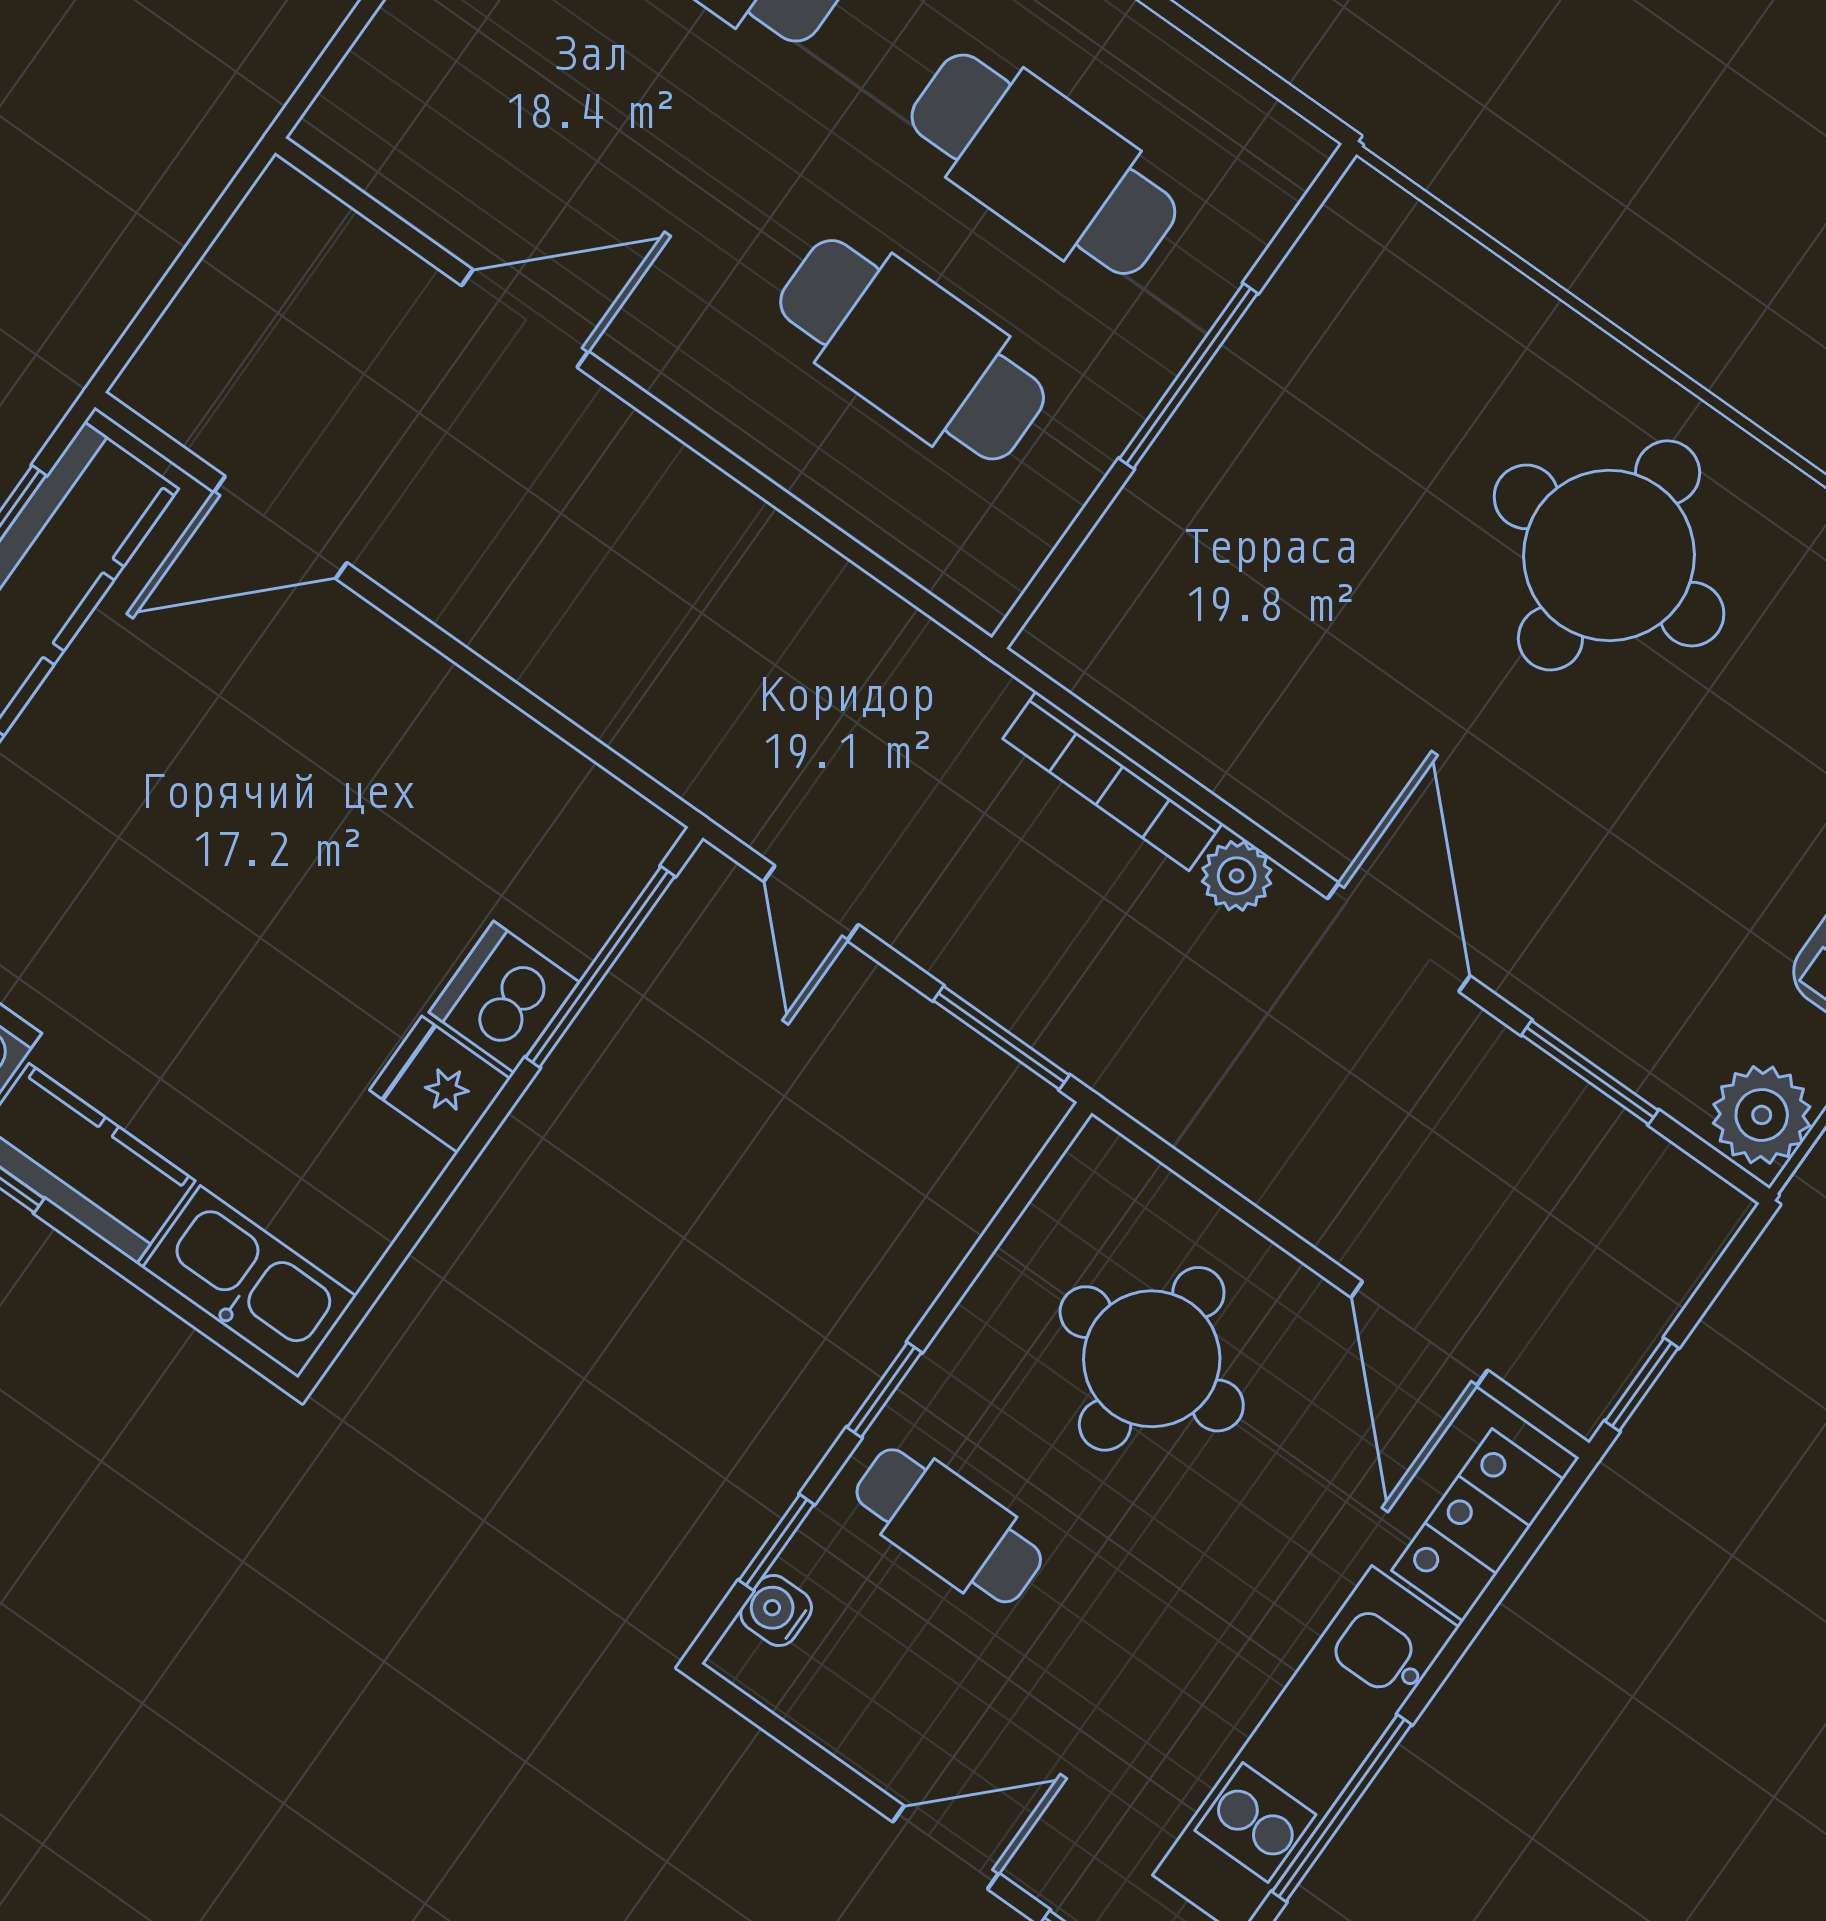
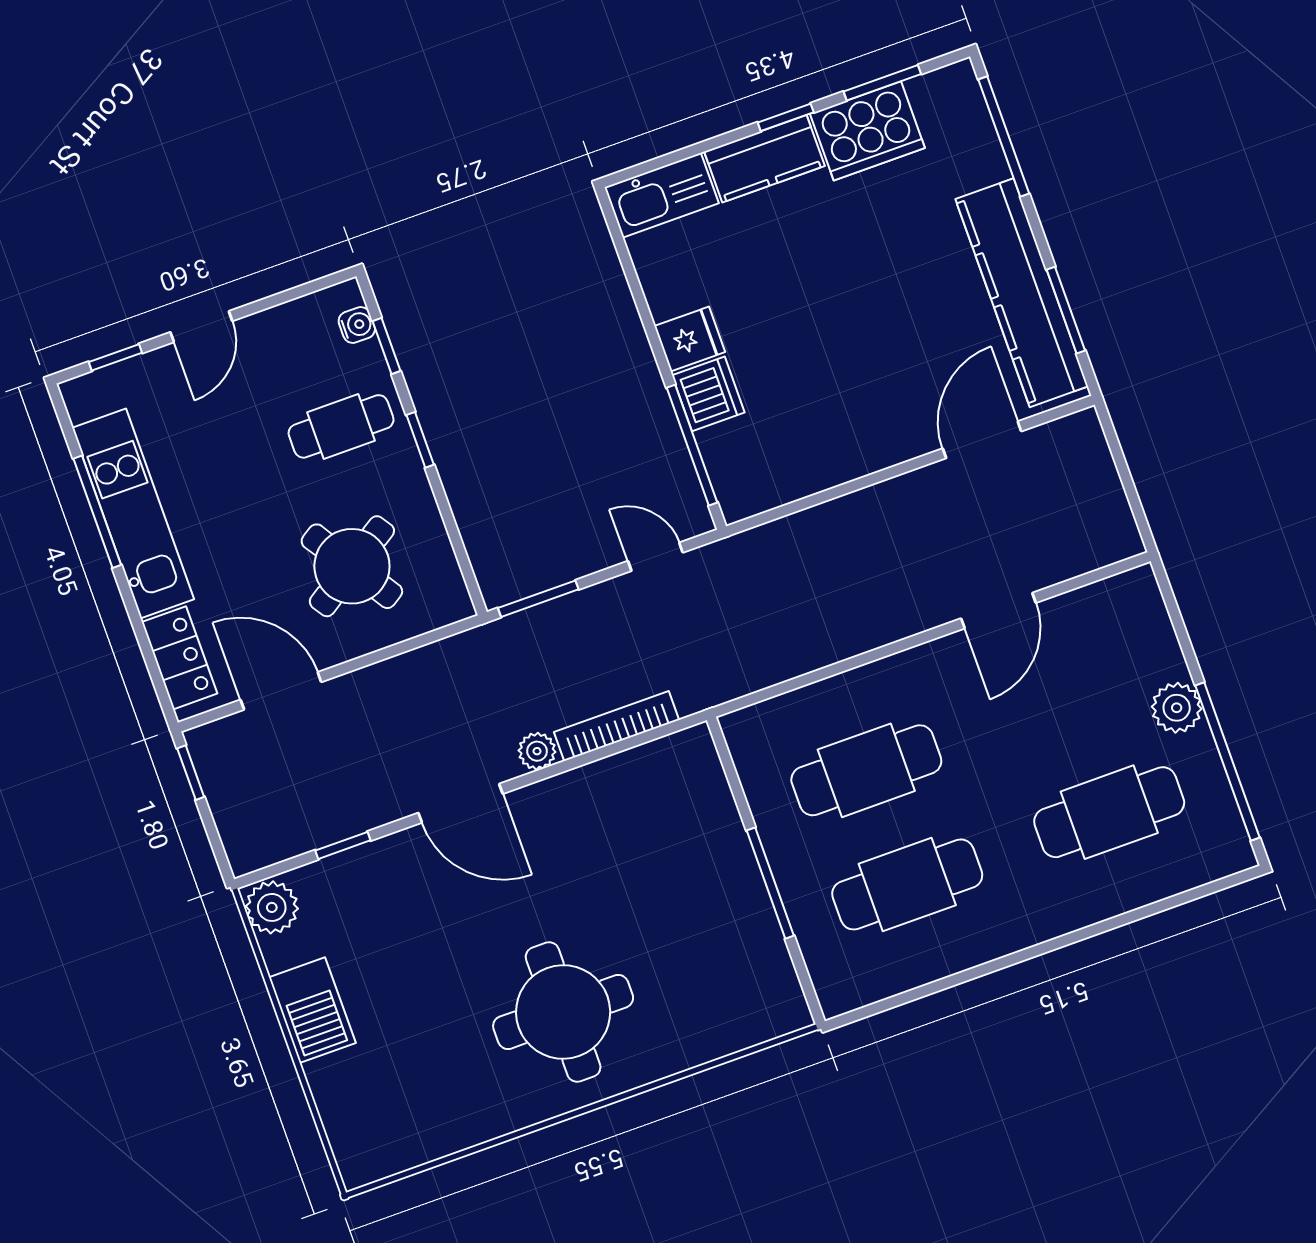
window: (1590, 1073) -> (343, 845), width x0.67
round table: (1152, 1359) -> (352, 566), turned -33

